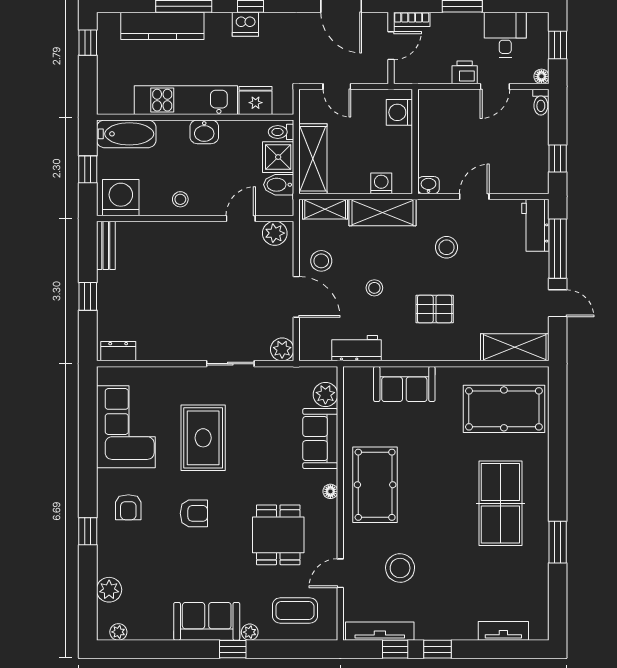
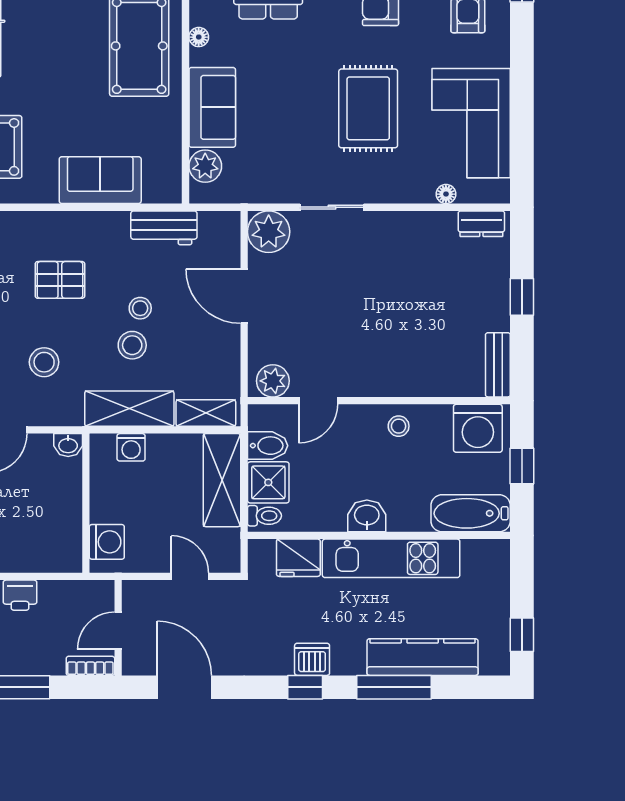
stool: (321, 261) -> (132, 345), moved
plant: (282, 349) -> (269, 232), width x1.36, depth x1.36
floor lamp: (145, 374) -> (446, 194), added

